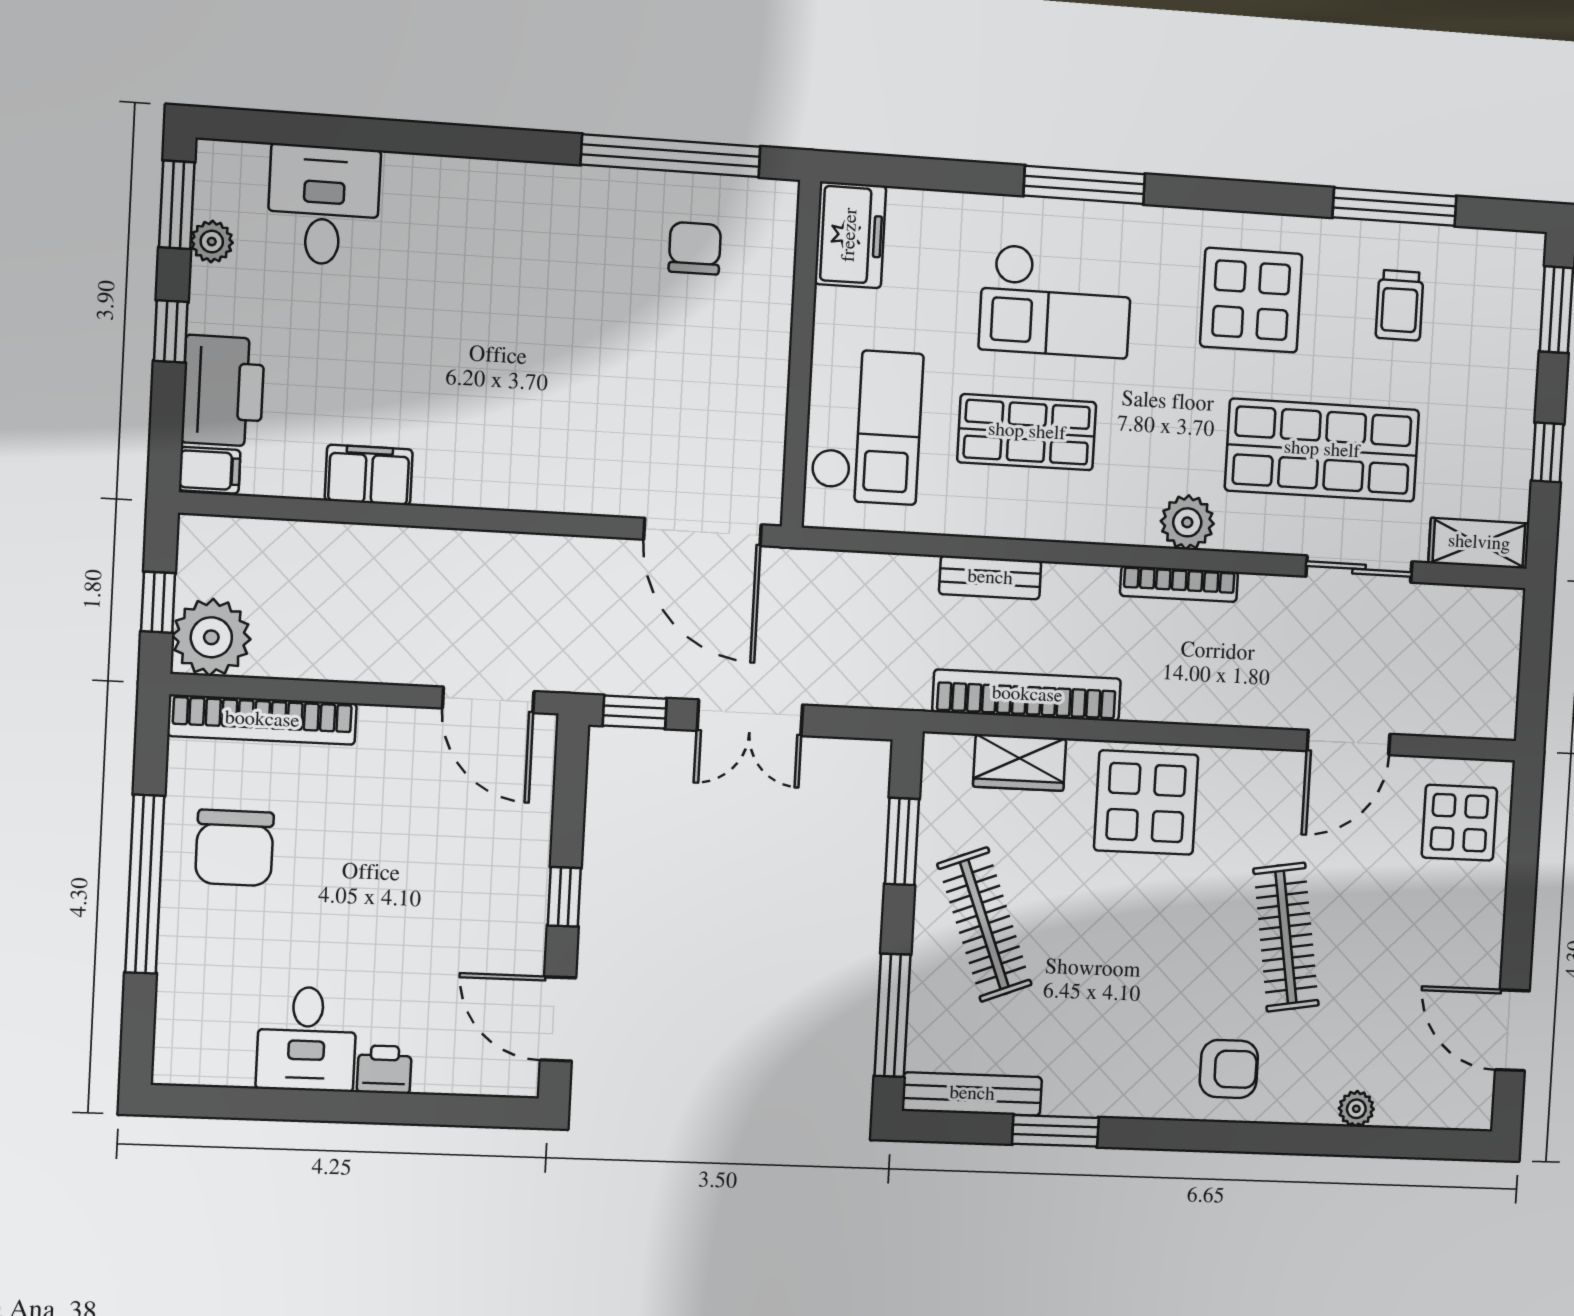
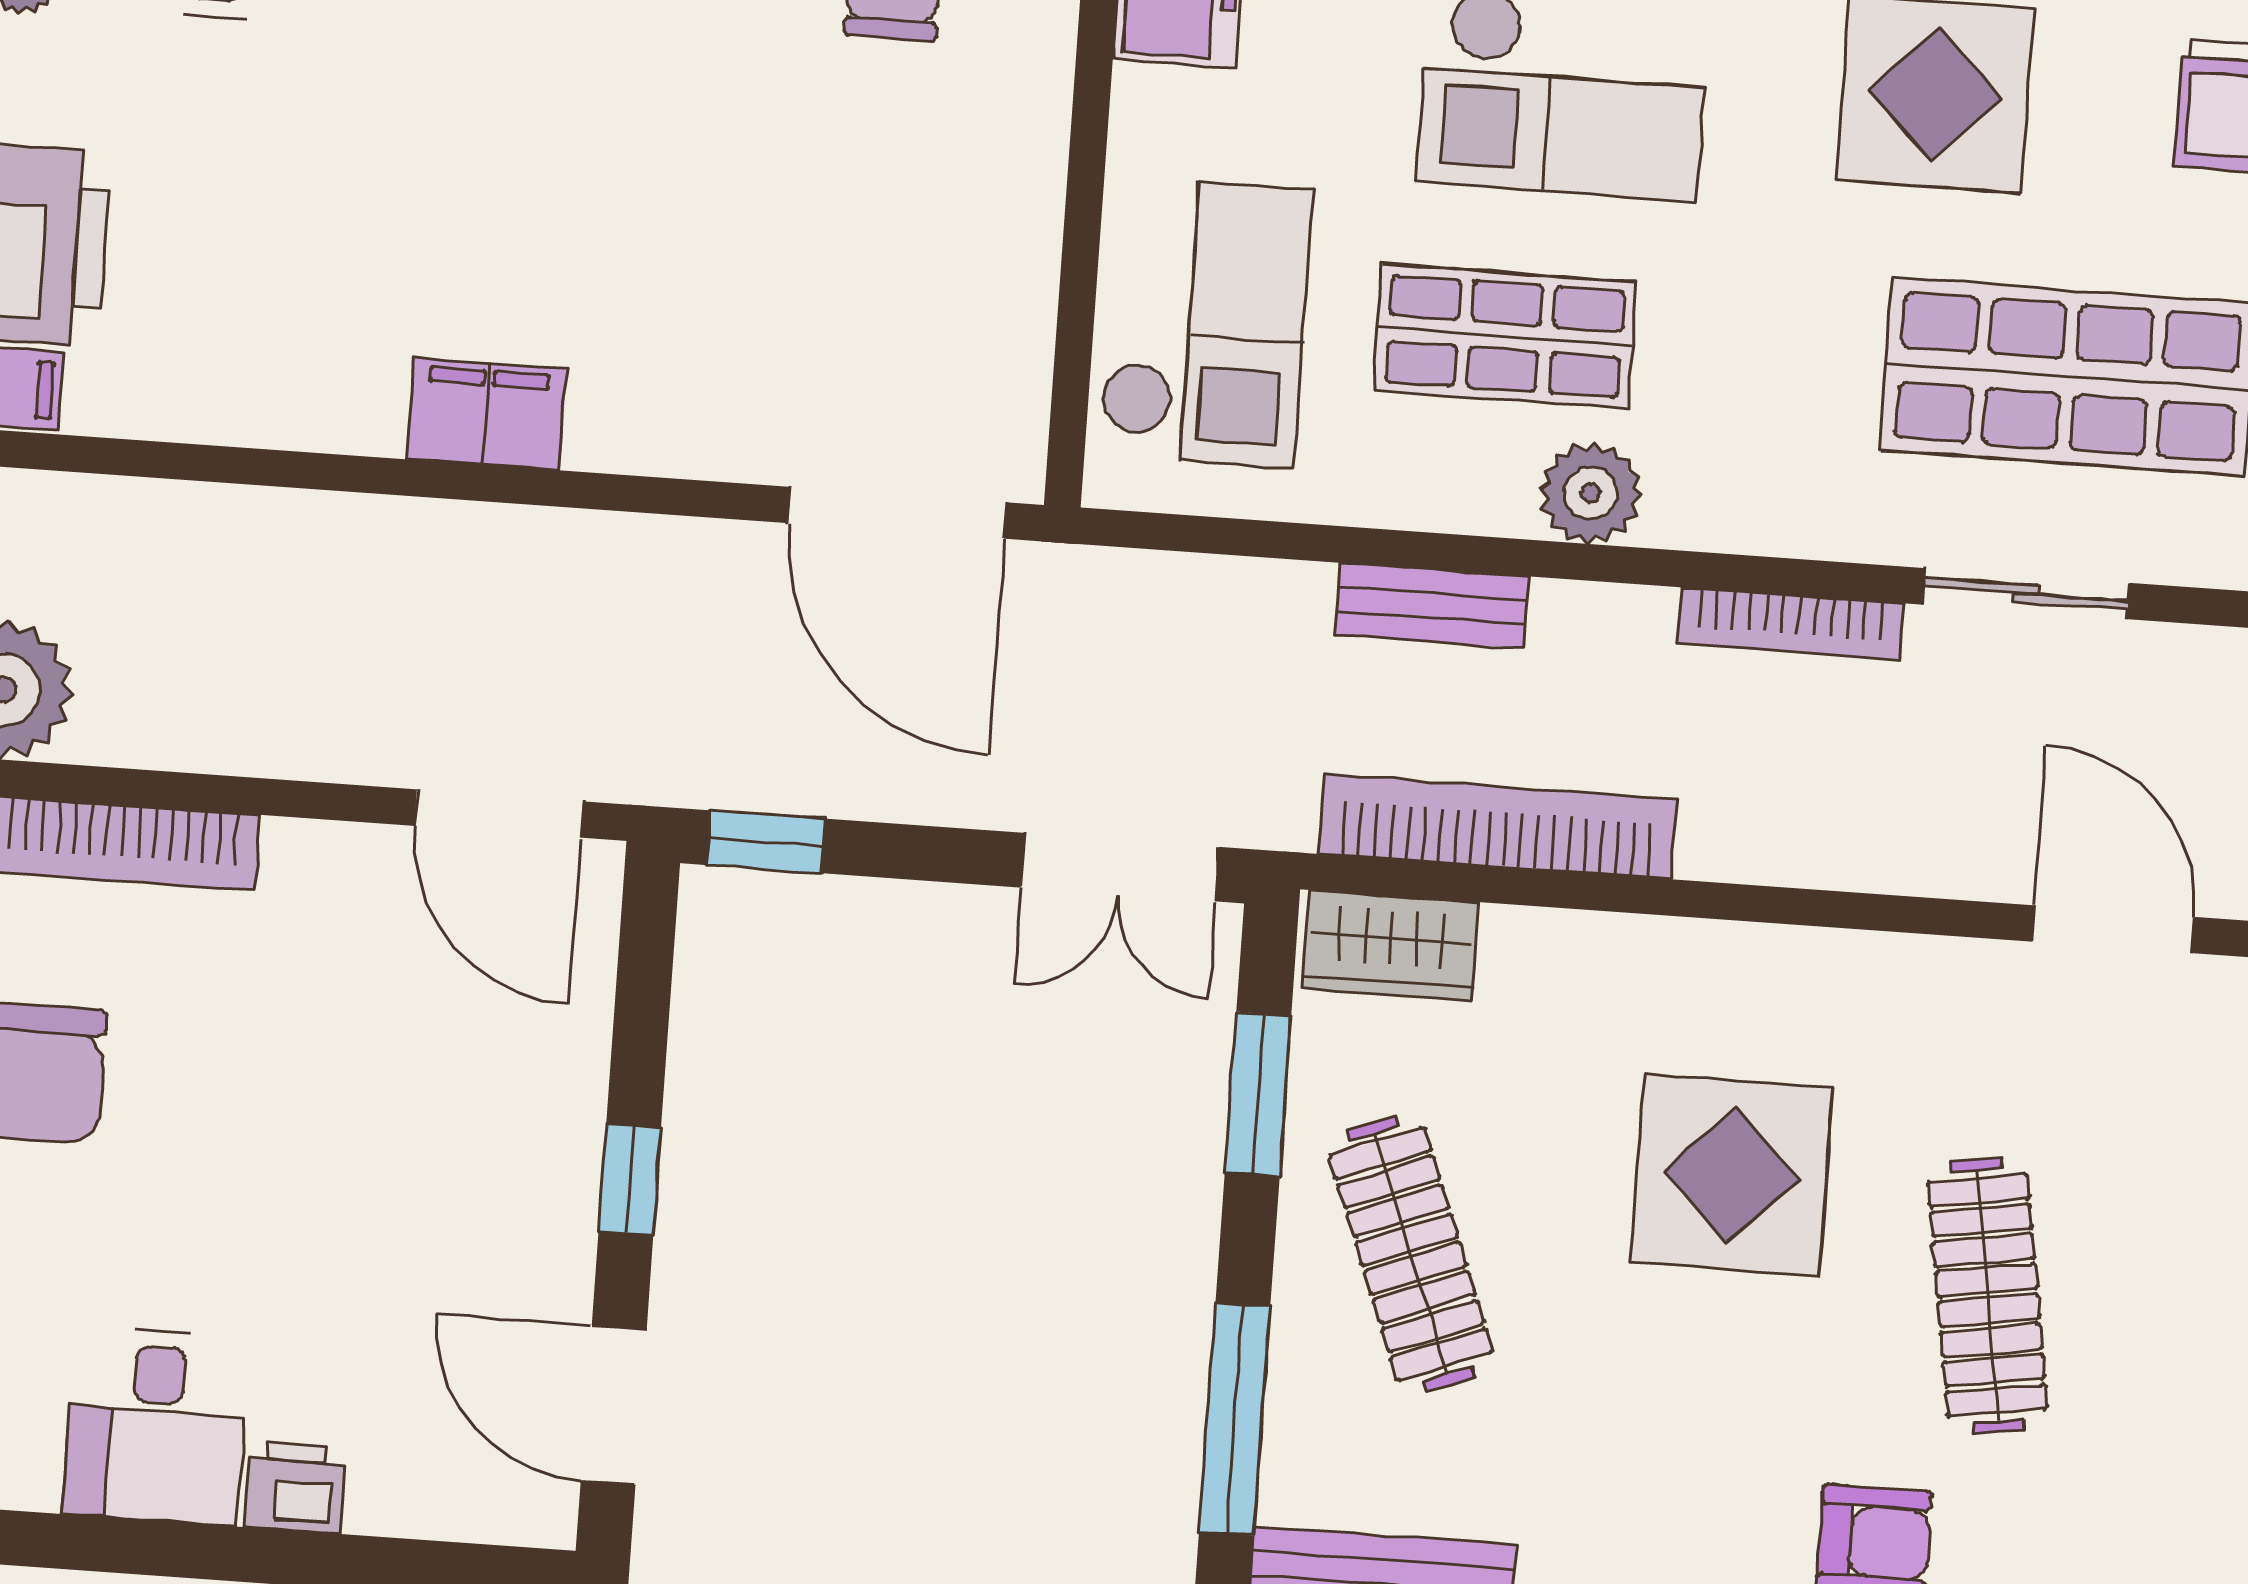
filing cabinet: (369, 475) -> (487, 414), moved
plant: (1187, 522) -> (1591, 493), moved
sliding door: (1359, 569) -> (2026, 594), moved
double door: (750, 718) -> (1120, 867), moved
door: (1349, 742) -> (2113, 929), swing flipped
wardrobe: (1020, 762) -> (1390, 946), moved
display table: (1146, 803) -> (1732, 1175), moved

